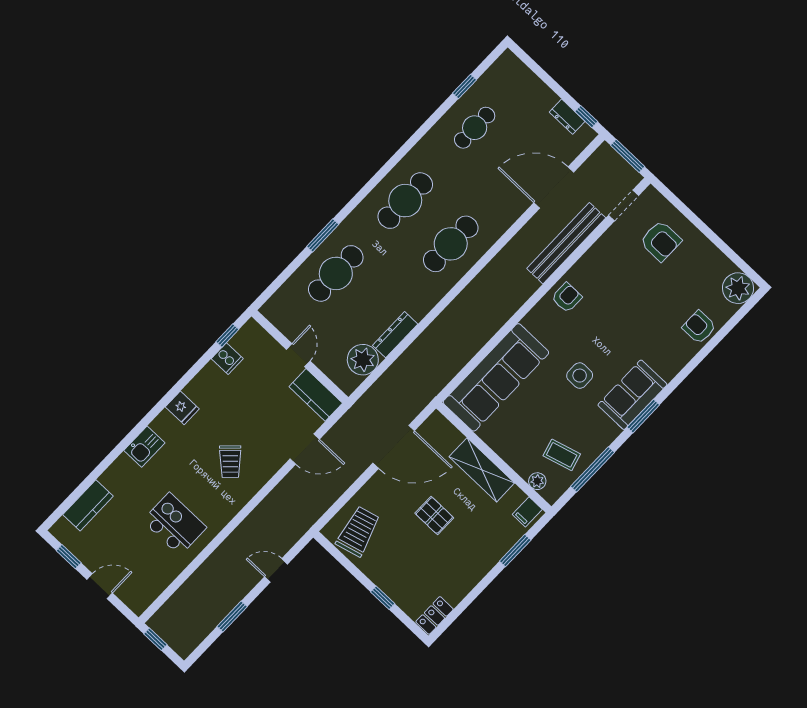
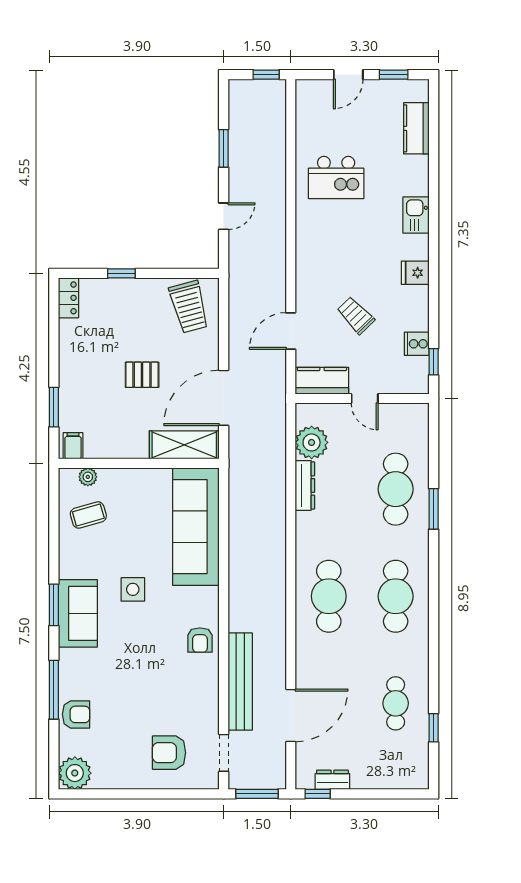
trolley: (230, 462) -> (356, 315), moved
window: (592, 469) -> (54, 690), moved
shelving: (482, 470) -> (184, 445), moved

